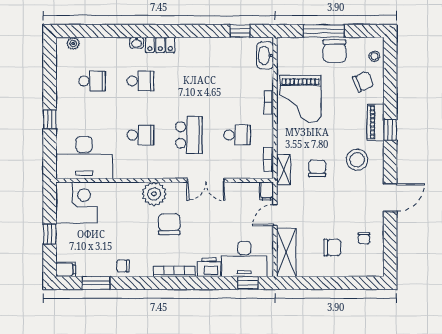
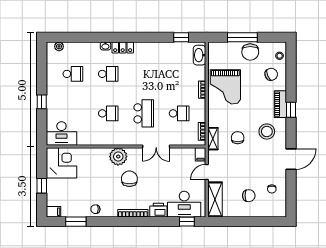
desk: (84, 158) -> (61, 133), width x0.73, depth x0.77

